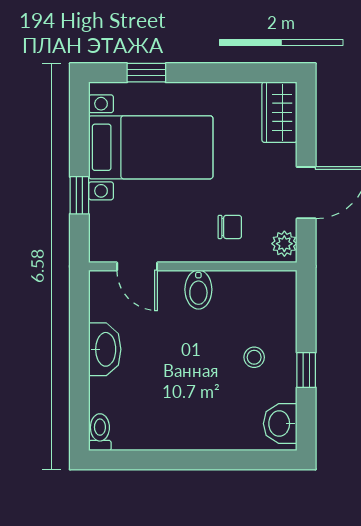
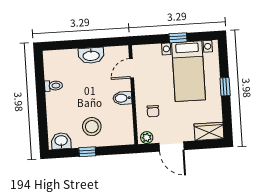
window: (146, 73) -> (225, 87), moved
window: (79, 195) -> (178, 38), moved
stool: (254, 357) -> (92, 127), width x1.89, depth x1.89
toilet: (100, 432) -> (53, 86), moved

